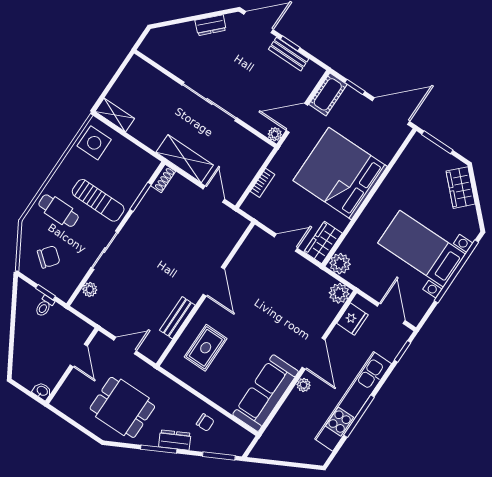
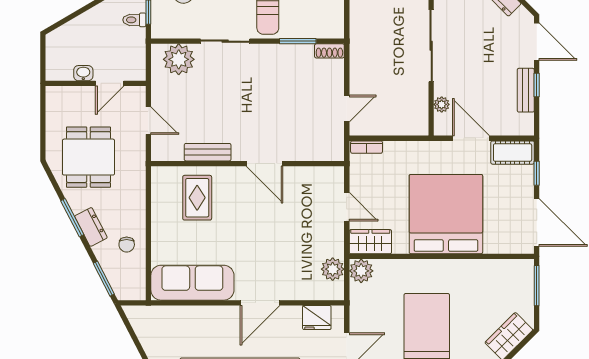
plant: (275, 134) -> (442, 104), moved
shelving: (185, 159) -> (362, 58), removed
bookcase: (263, 183) -> (367, 147), moved
door: (214, 282) -> (265, 164), hinge flipped
plant: (90, 290) -> (179, 59), width x1.88, depth x1.88
plant: (339, 293) -> (333, 269), moved
rug: (206, 348) -> (197, 198), turned 90
plant: (304, 385) -> (224, 313), removed
washbasin: (42, 391) -> (83, 73), moved, turned -90

